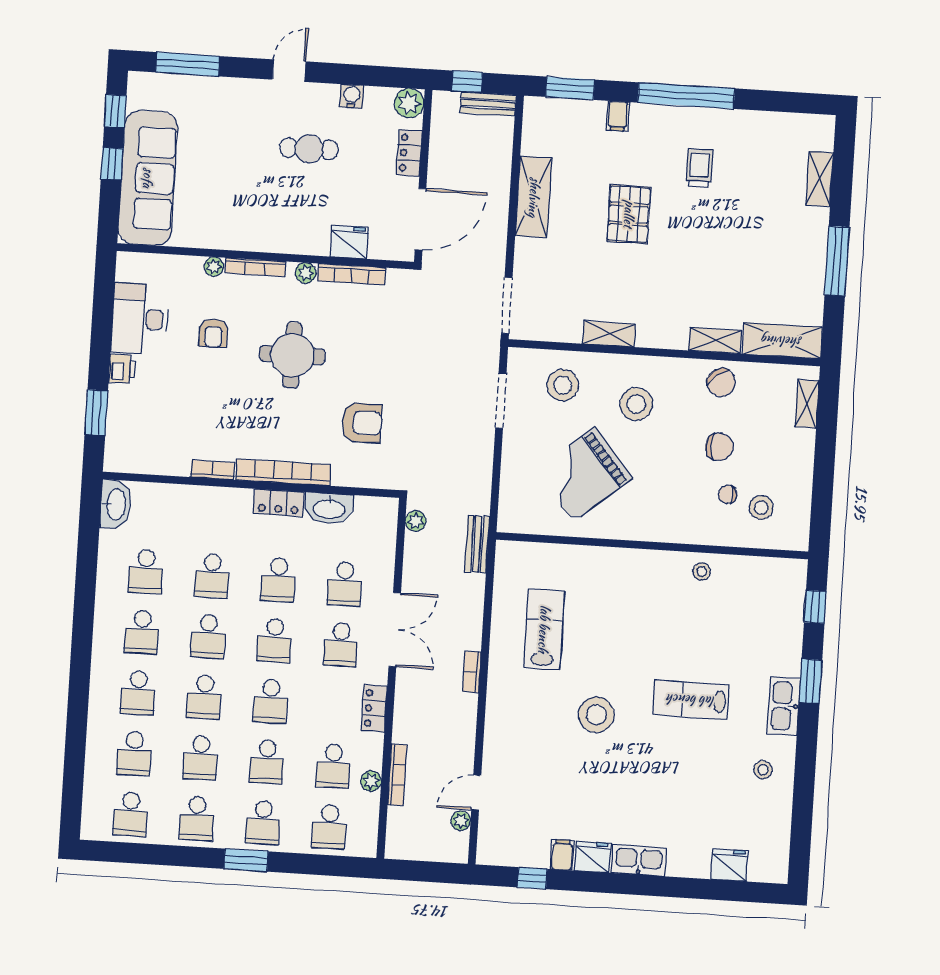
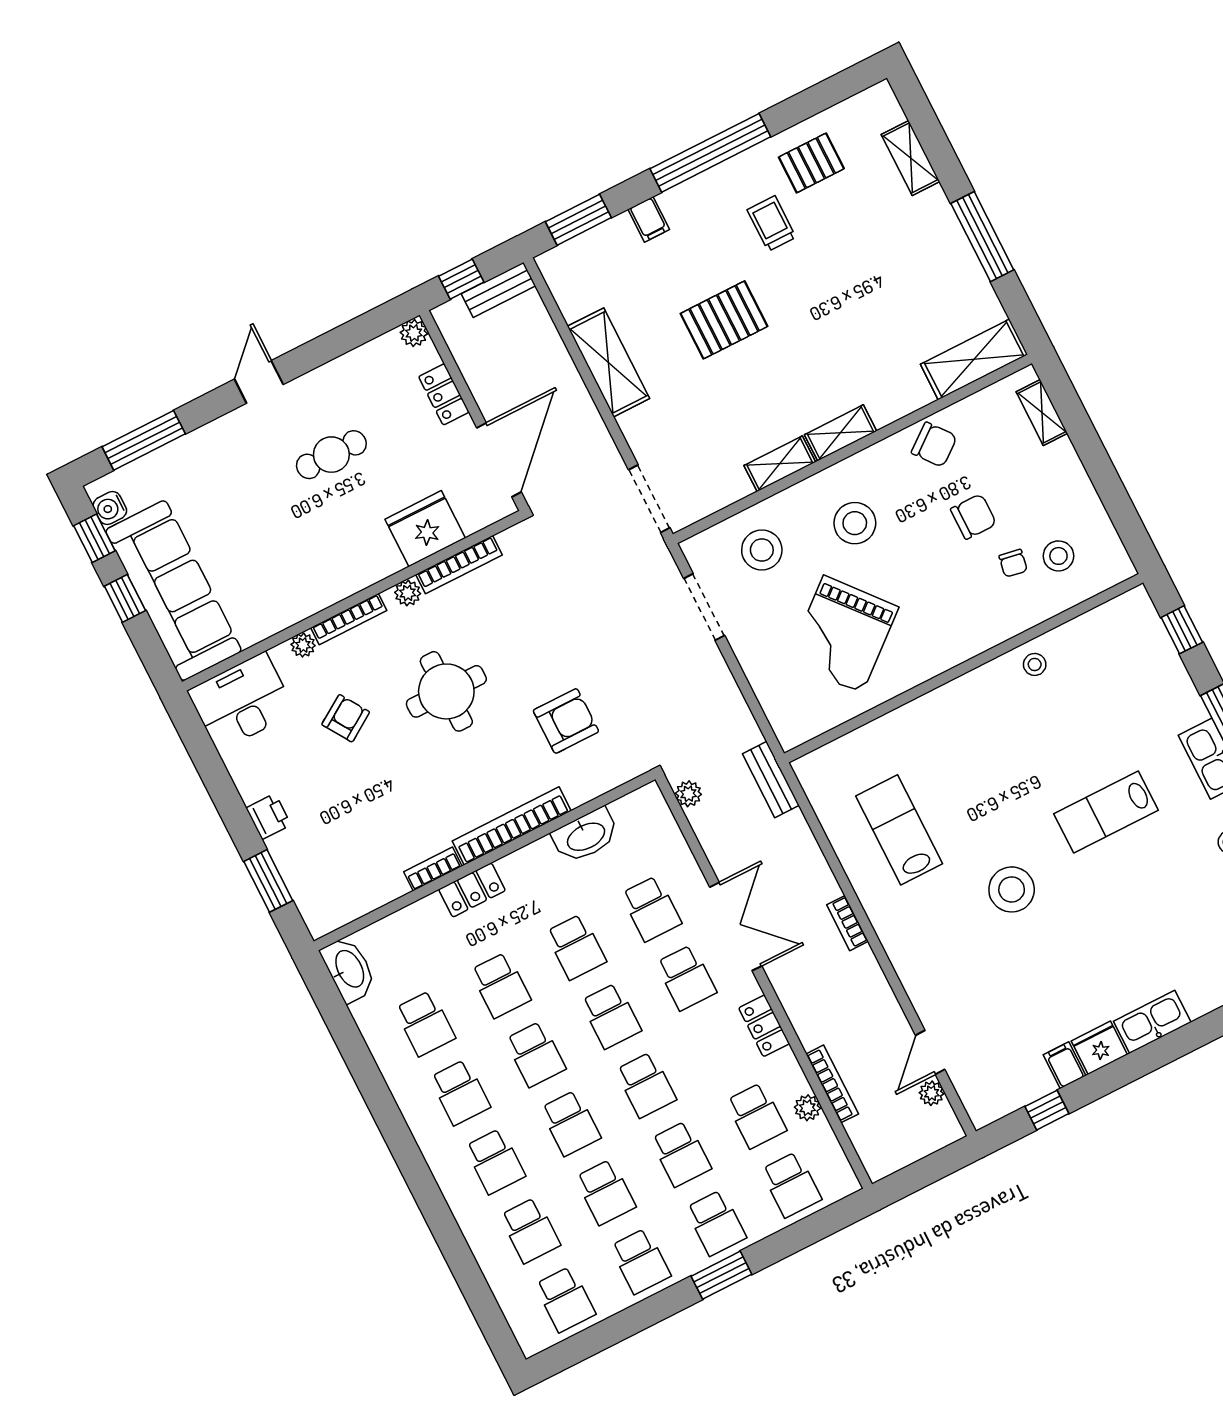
water cooler: (352, 96) -> (110, 508), moved, turned -90
plant: (409, 103) -> (414, 333), width x0.73, depth x0.73
pallet: (751, 143) -> (811, 163), added
pallet: (629, 214) -> (724, 320), turned 90
fridge: (349, 242) -> (425, 529), width x1.36, depth x1.34
desk: (140, 319) -> (242, 702), moved, turned 90
armchair: (214, 333) -> (346, 718), turned -123
shelving: (715, 340) -> (841, 433), moved
chair: (728, 494) -> (1013, 563), turned -80
locker: (278, 503) -> (472, 890), moved

